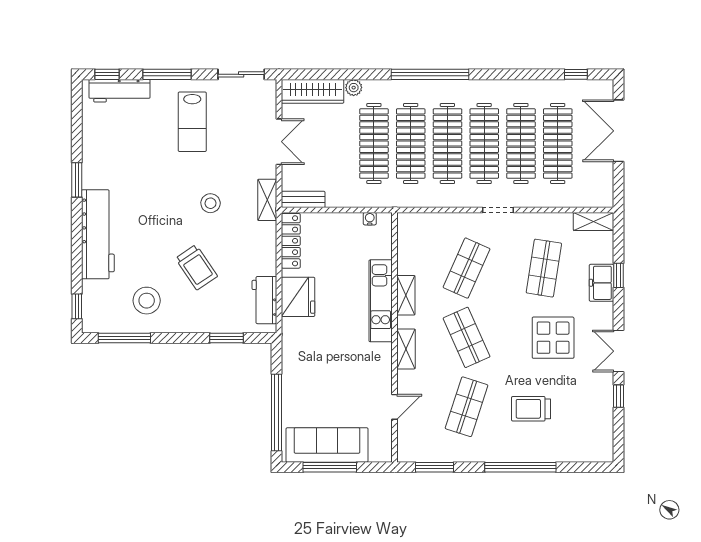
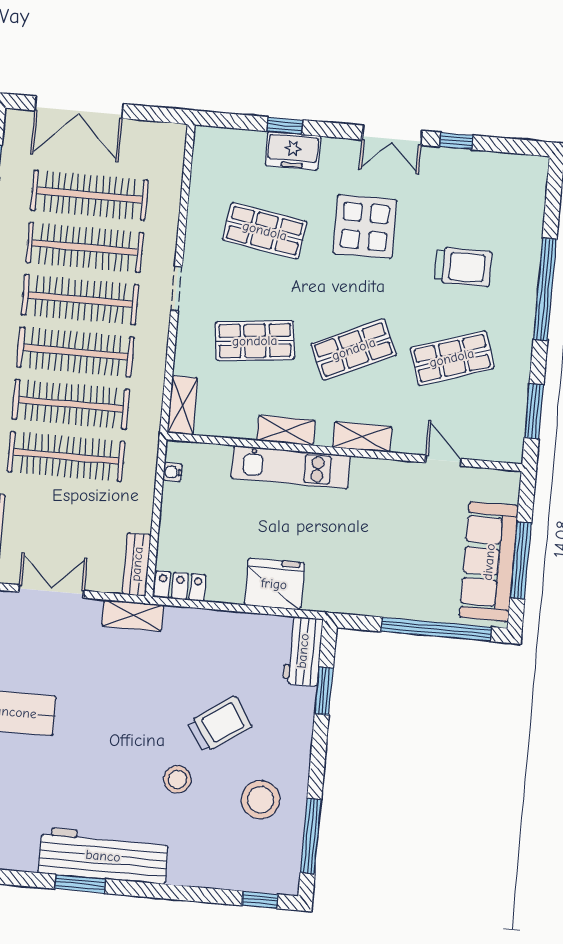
stool: (211, 203) -> (177, 779), moved
shelving: (593, 221) -> (182, 405), moved
workbench: (98, 234) -> (103, 856), moved
locker: (291, 241) -> (180, 586), width x0.66
shop shelf: (467, 268) -> (255, 341), turned -30
workbench: (264, 300) -> (303, 651), moved, turned 90
shop shelf: (467, 407) -> (452, 358), turned -36
trolley: (531, 409) -> (463, 267), turned -90

